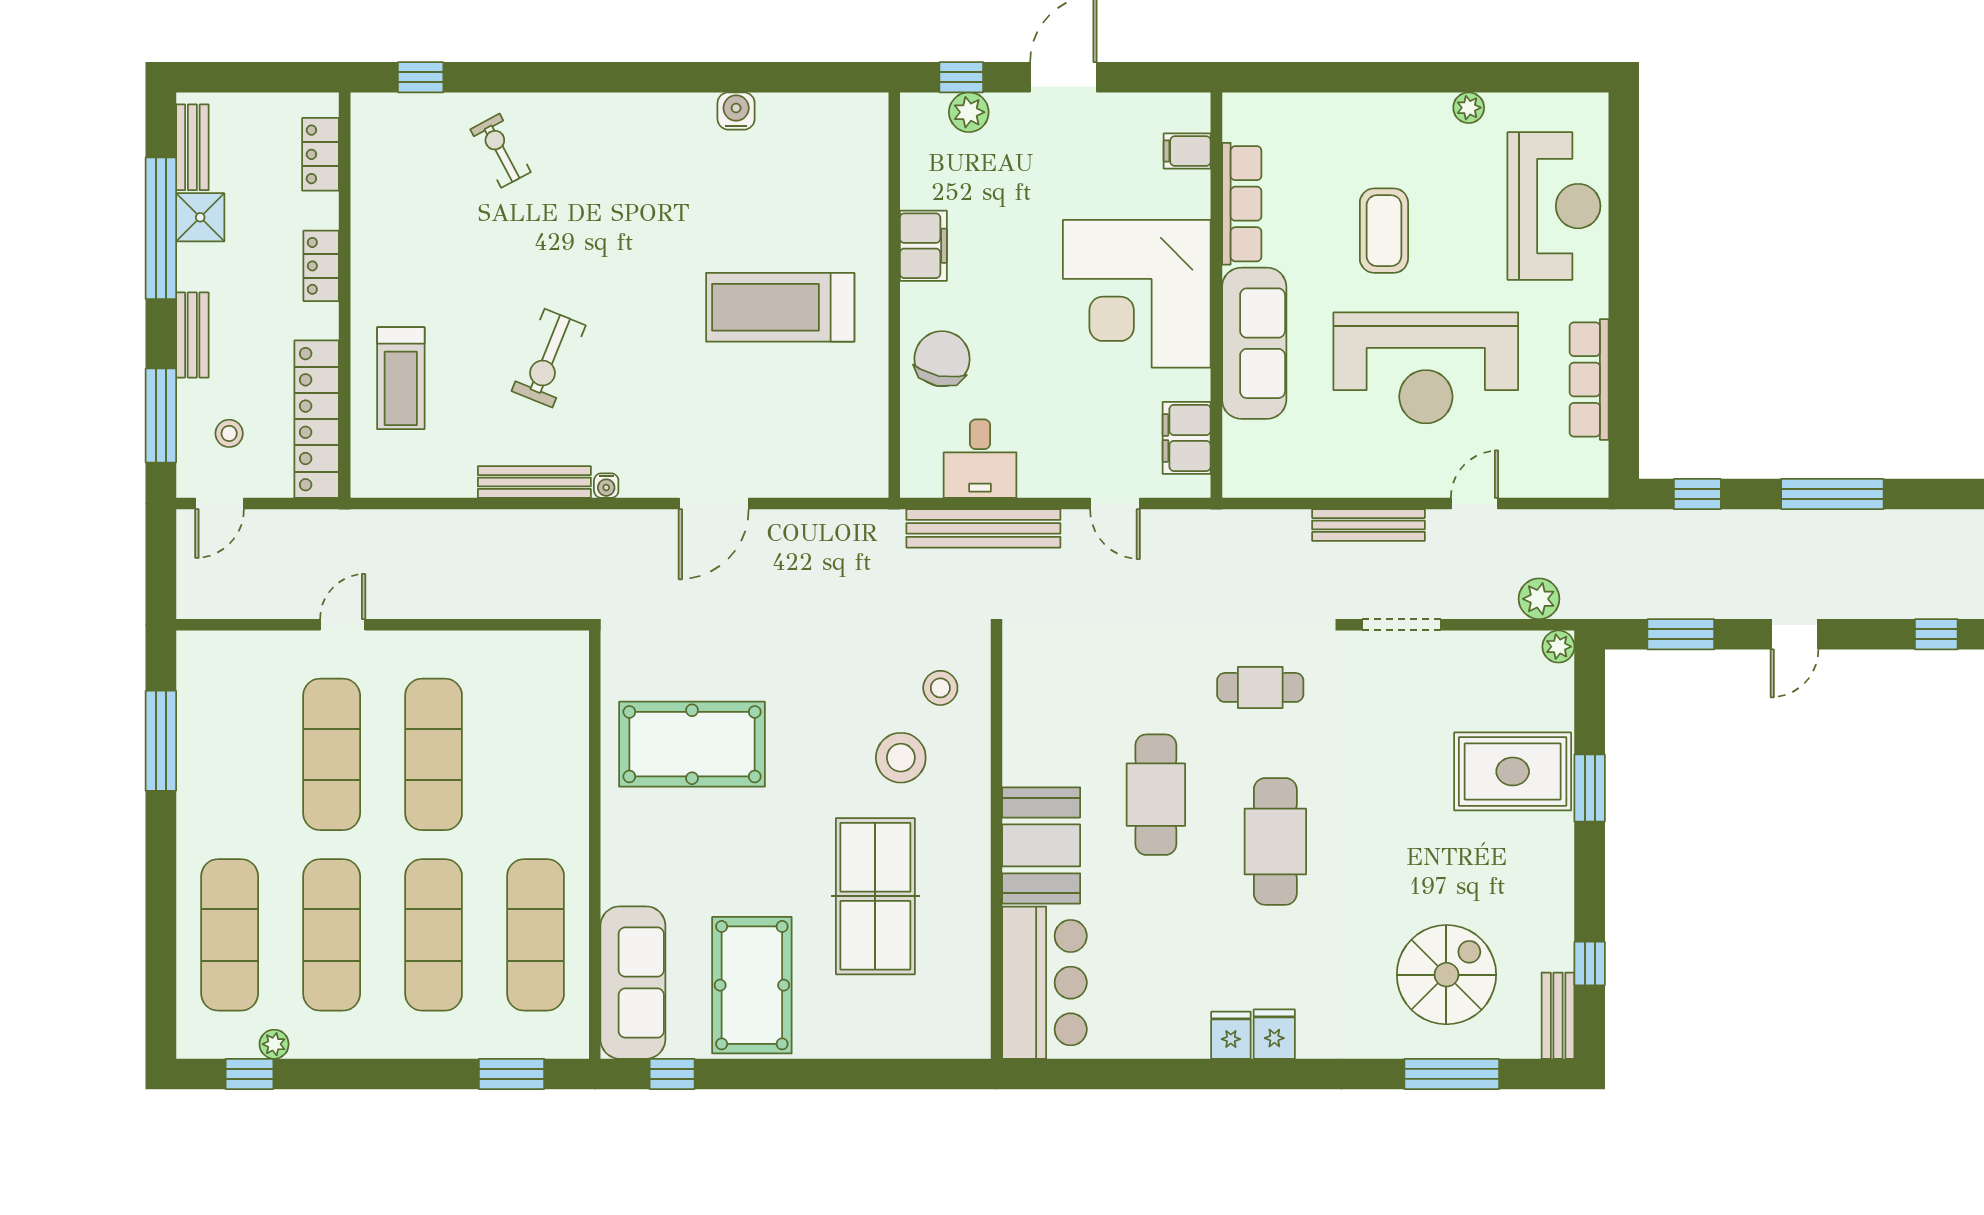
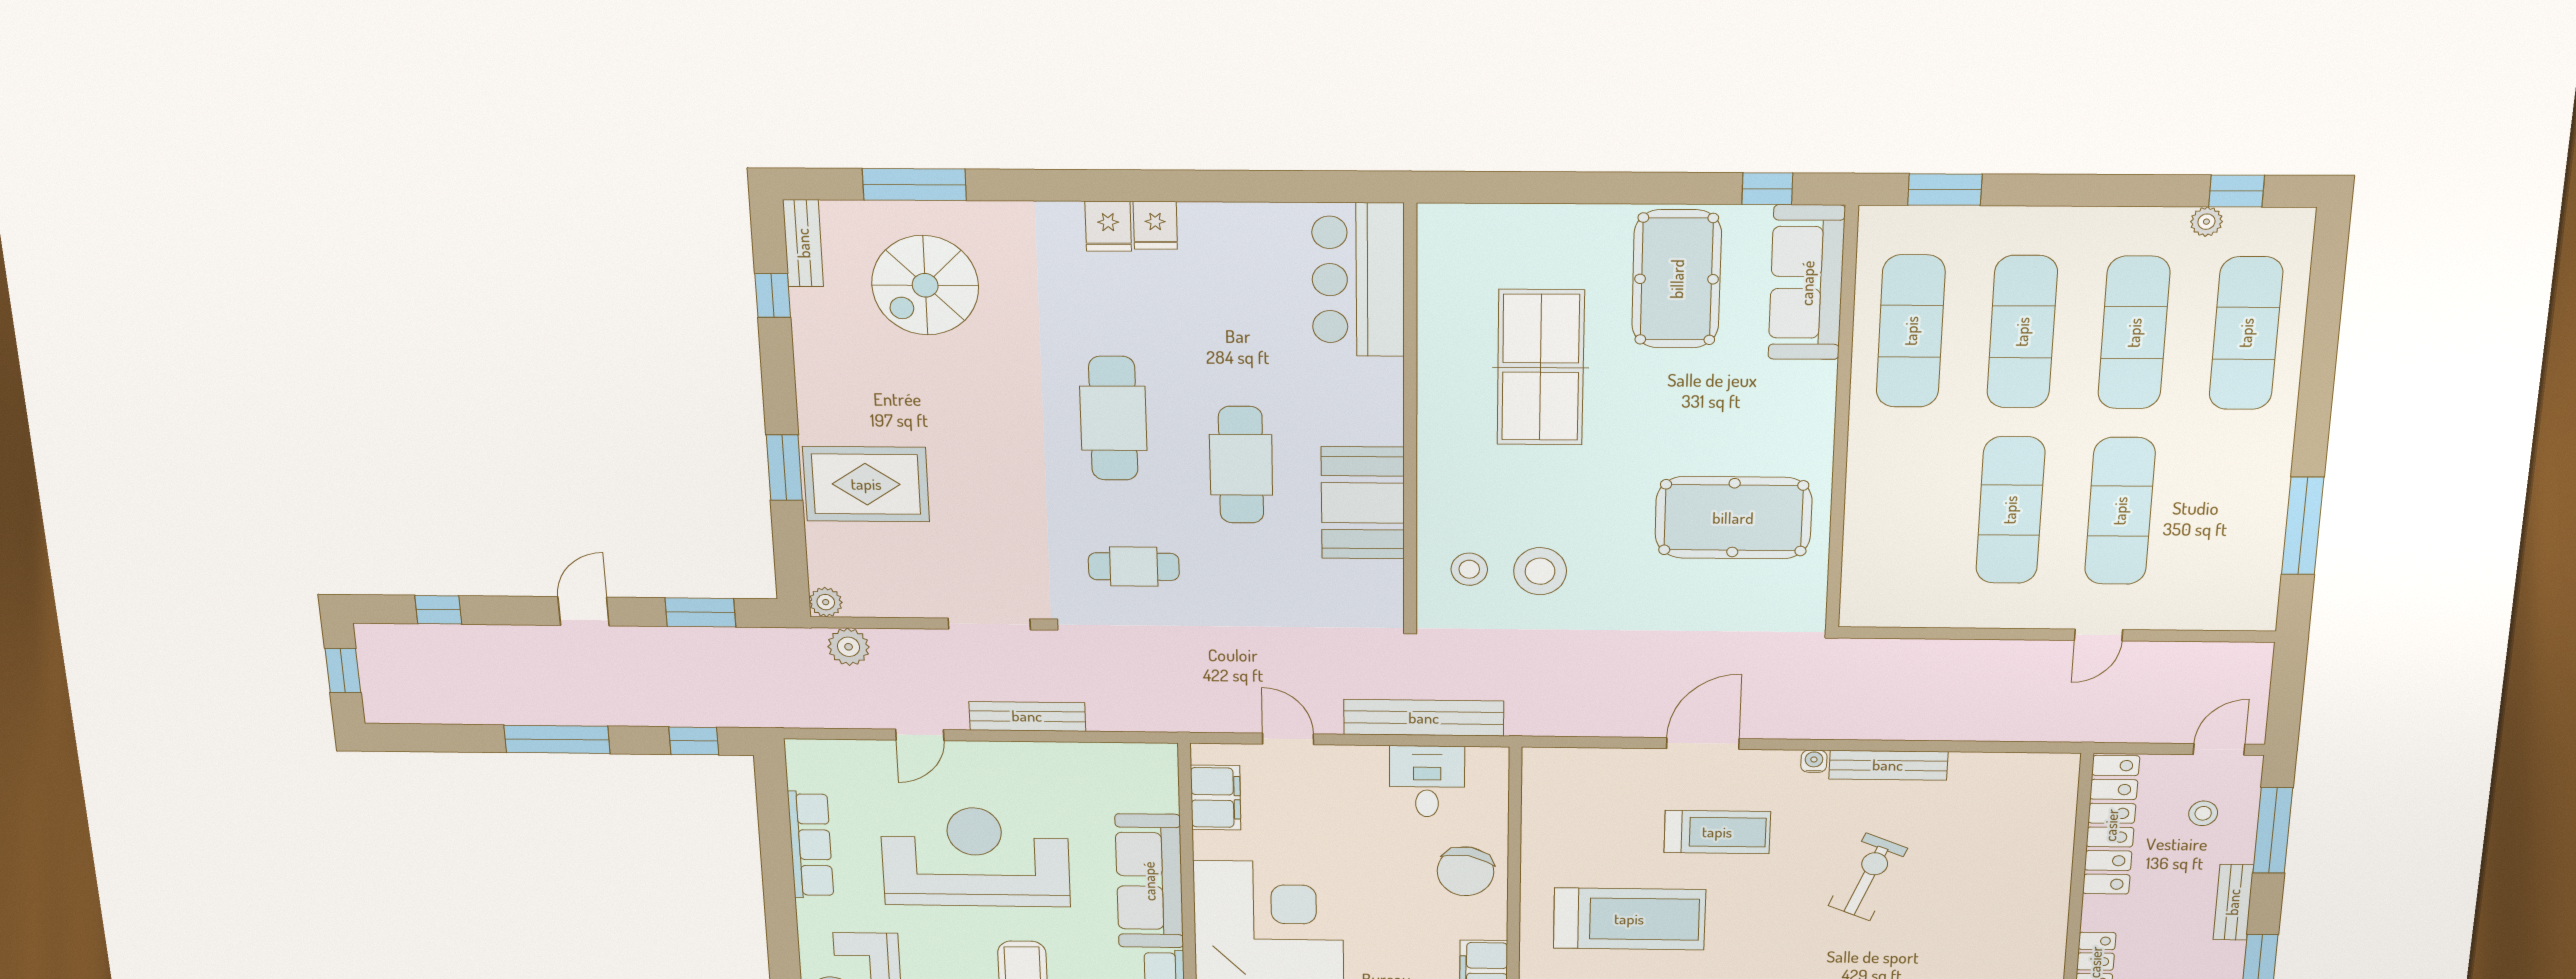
treadmill: (401, 378) -> (1717, 832), moved, turned 90
stool: (901, 758) -> (1540, 571), moved
booth: (1041, 845) -> (1363, 503), moved

